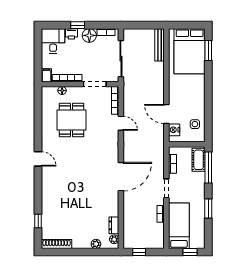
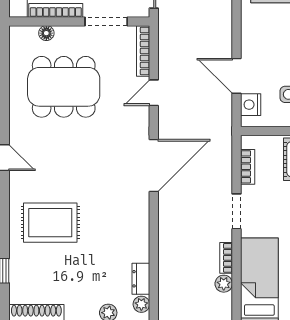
dining table: (72, 120) -> (64, 87), width x1.38
door: (121, 123) -> (154, 93), swing flipped
door: (121, 177) -> (154, 165), moved
rug: (64, 194) -> (50, 223), added
plant: (159, 228) -> (224, 284), added

